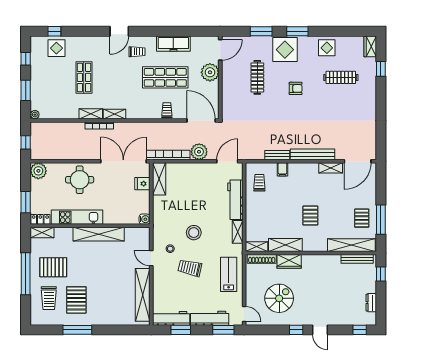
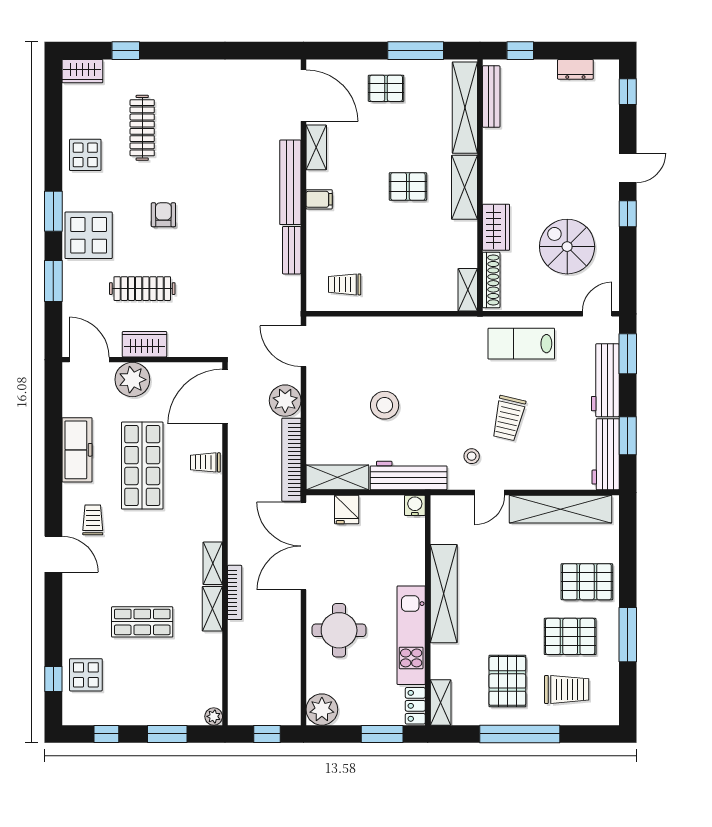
wardrobe: (228, 79) -> (144, 344), added
filing cabinet: (282, 169) -> (319, 199), moved
workbench: (235, 200) -> (409, 476), moved, turned 180
pallet: (362, 218) -> (386, 88), moved
shelving: (238, 232) -> (439, 326), removed
stool: (194, 233) -> (385, 405), moved
shelving: (285, 245) -> (465, 187), moved
pallet: (105, 309) -> (587, 582), added

